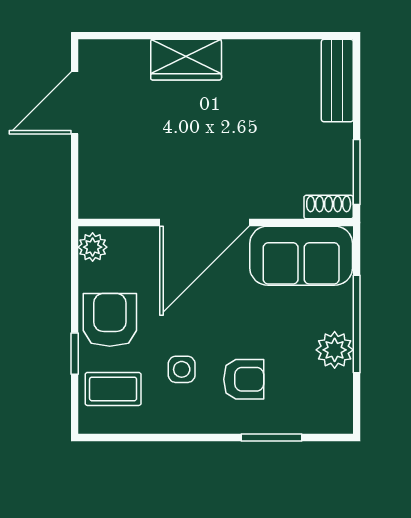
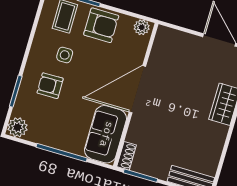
door: (205, 222) -> (137, 89), hinge flipped
plant: (335, 350) -> (18, 127), moved
armchair: (244, 379) -> (50, 86), turned 89

